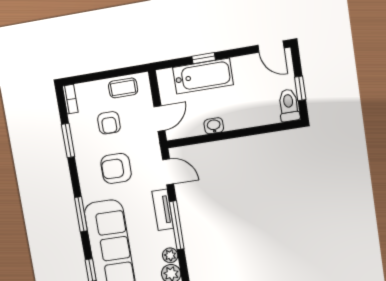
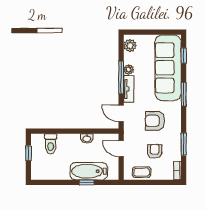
door: (271, 47) -> (43, 182), removed
toilet: (289, 105) -> (51, 144), moved
door: (159, 119) -> (121, 149), hinge flipped
armchair: (116, 168) -> (155, 121), turned 180
plant: (170, 255) -> (129, 70), moved

